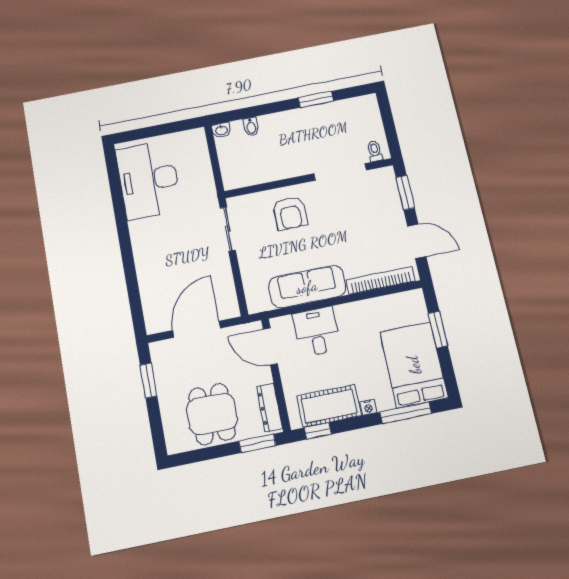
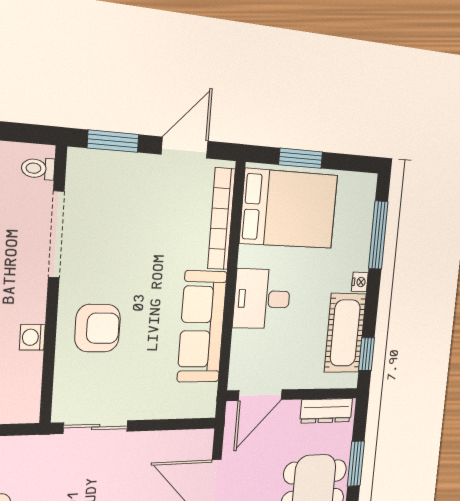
washing machine: (276, 173) -> (32, 337), added
desk: (316, 332) -> (262, 299), moved
bed: (414, 365) -> (289, 209), moved, turned 180
window: (257, 443) -> (356, 464), moved

